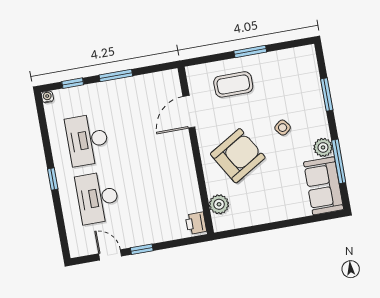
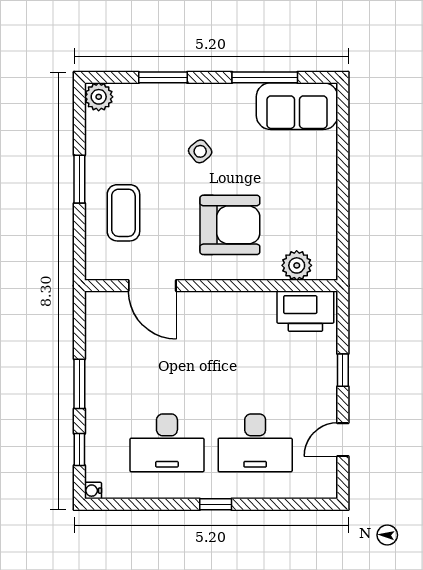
plant: (323, 147) -> (99, 97), moved
armchair: (238, 156) -> (230, 225), turned 121
printer: (196, 223) -> (305, 311), width x1.87, depth x1.48
window: (142, 249) -> (343, 370), moved

